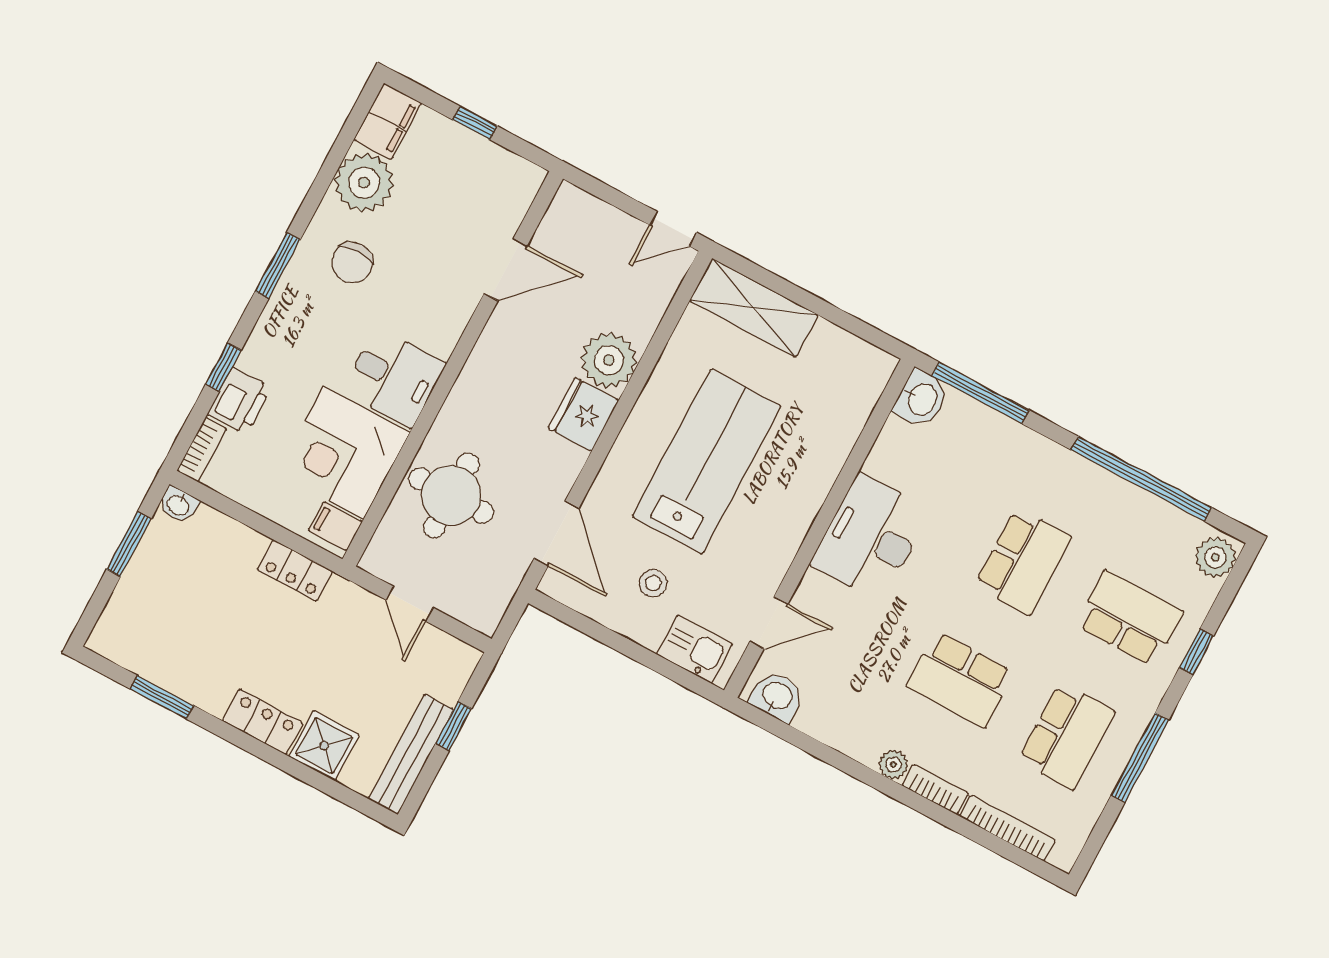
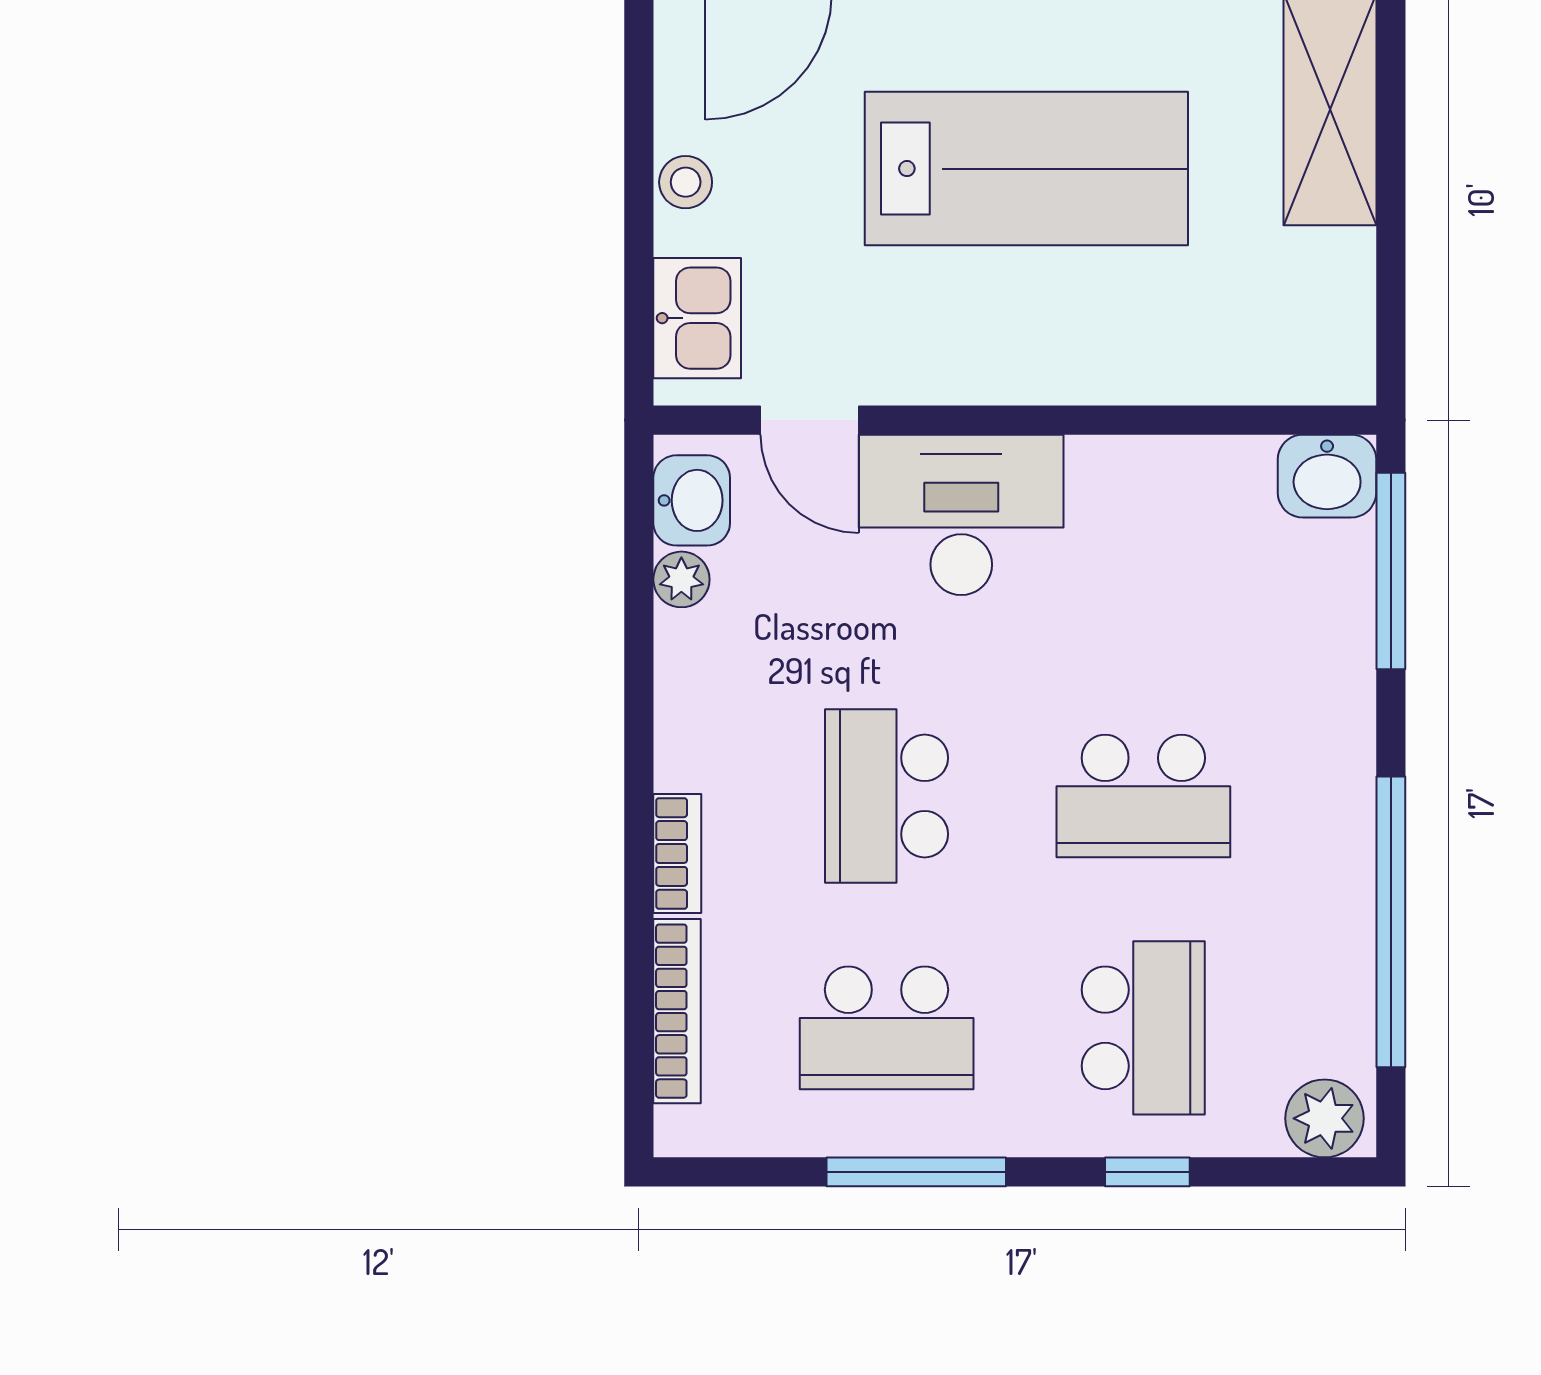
desk: (870, 537) -> (961, 515), moved
stool: (653, 583) -> (686, 182), moved
plant: (893, 765) -> (681, 579), moved

